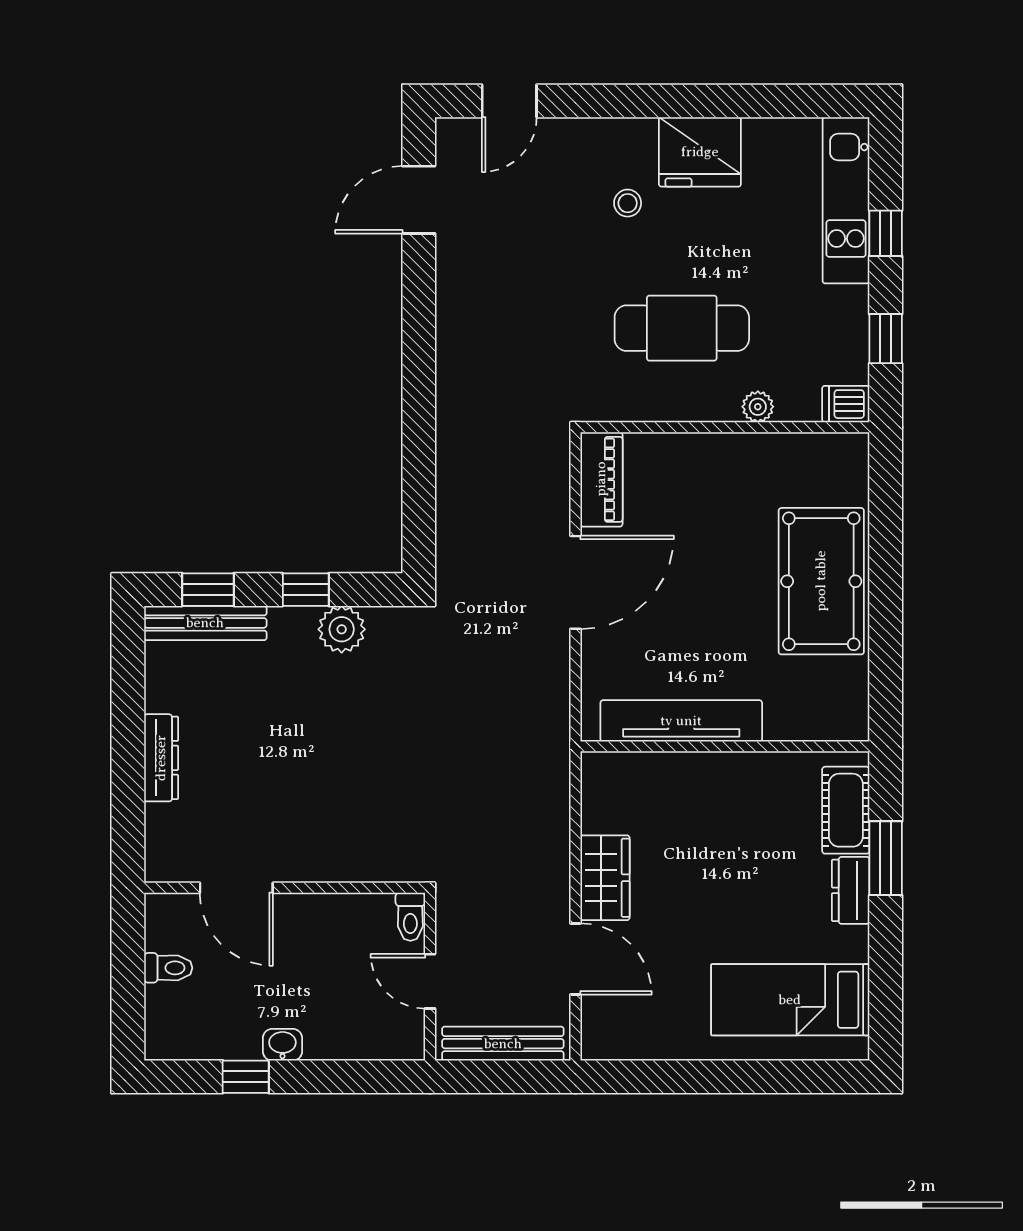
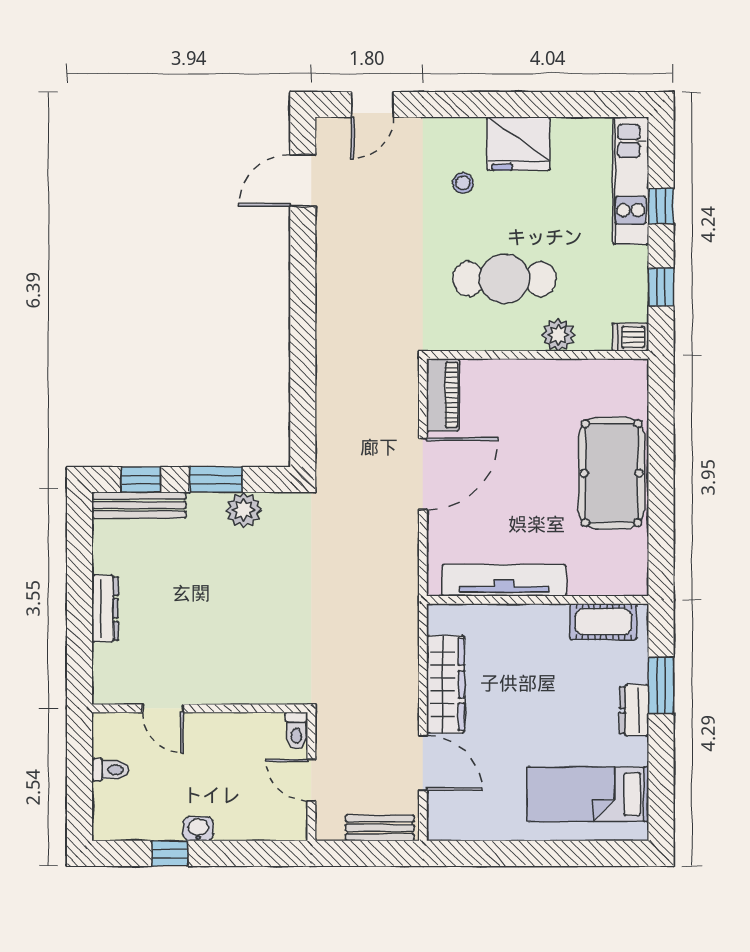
plant: (758, 407) -> (558, 335), width x1.38, depth x1.38
window: (306, 590) -> (216, 480), width x1.50
cot: (846, 810) -> (603, 622), moved, turned 90
wardrobe: (605, 878) -> (446, 684), width x1.50
door: (236, 888) -> (163, 708), width x0.73
bench: (503, 1044) -> (380, 828), width x0.73

